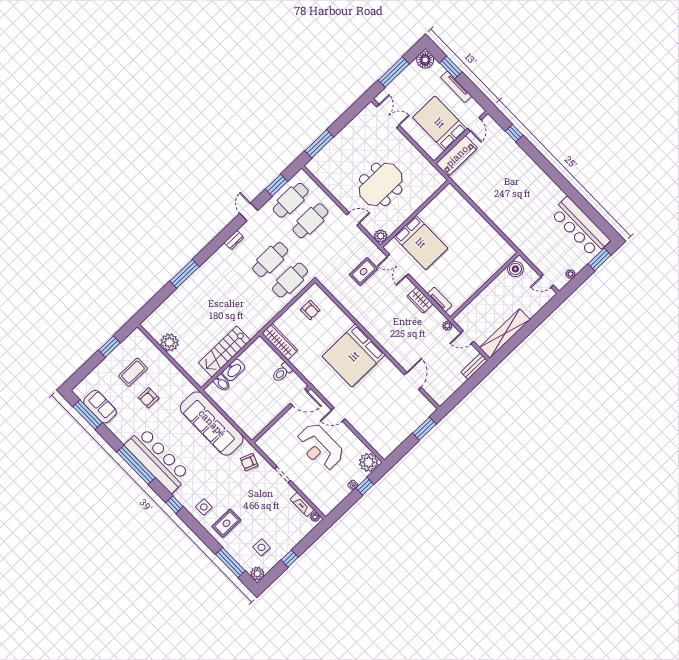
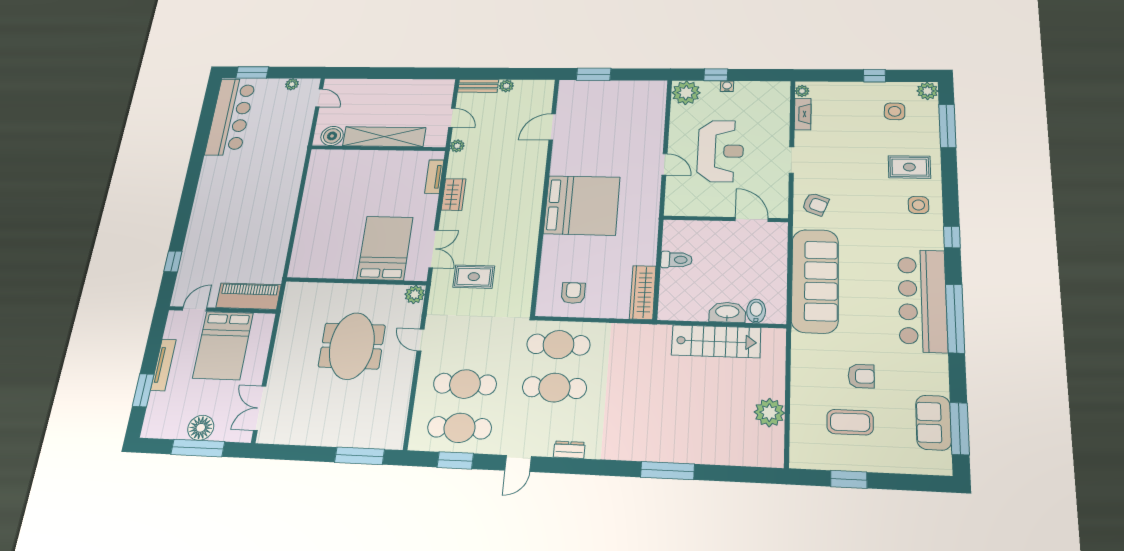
floor lamp: (425, 60) -> (201, 428), moved
meeting table: (381, 184) -> (352, 346), turned 90
shelving: (505, 334) -> (384, 137), moved
plant: (460, 380) -> (506, 86), added
door: (299, 397) -> (752, 220), moved

